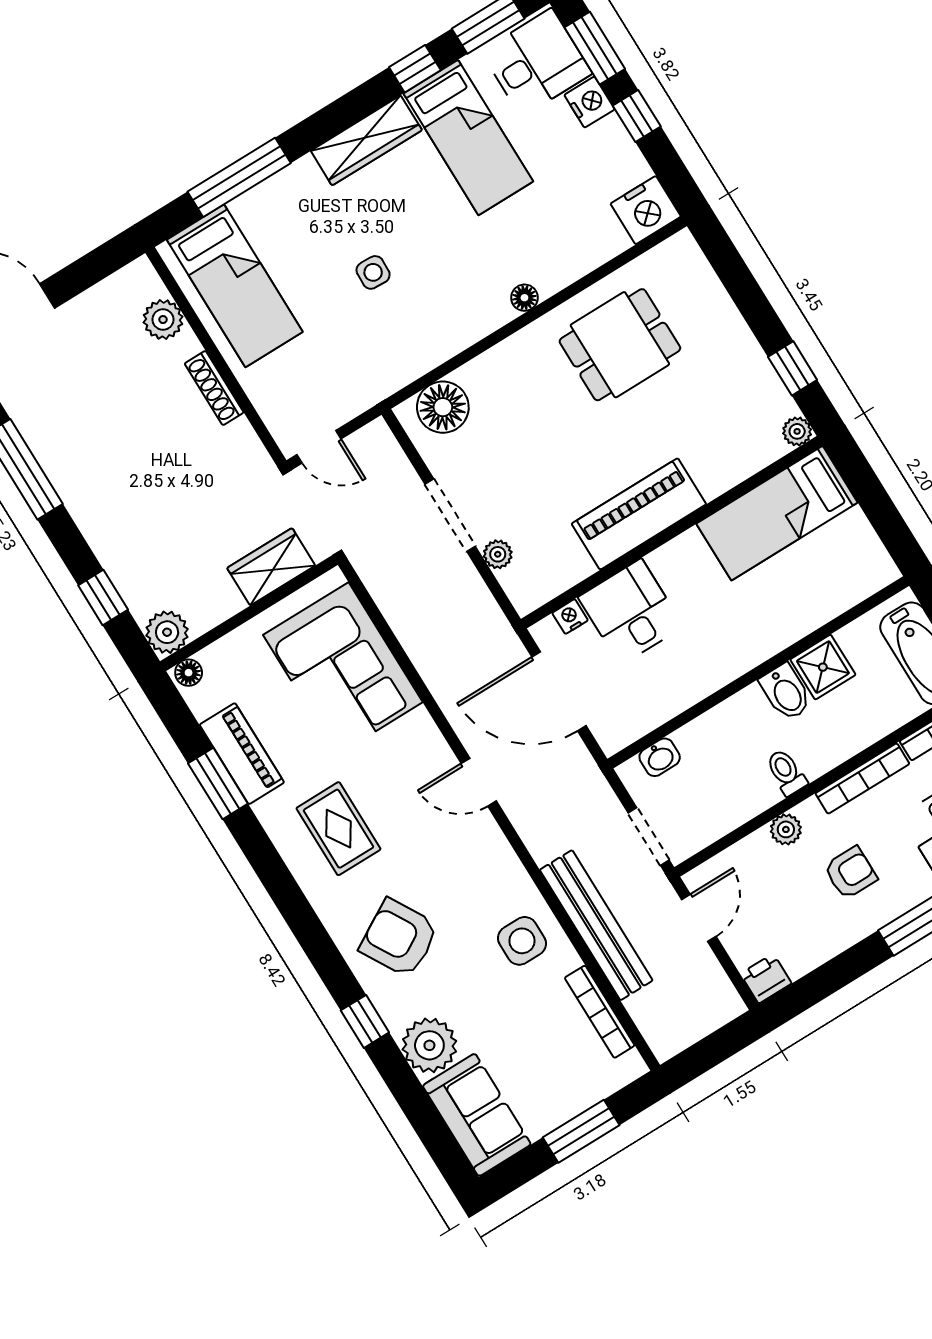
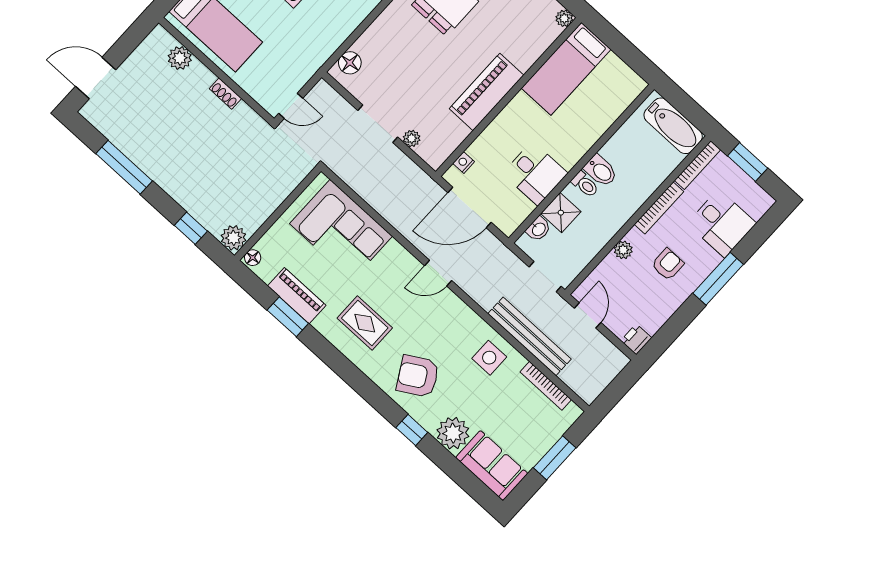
shoe rack: (214, 388) -> (225, 94), width x0.70
floor lamp: (443, 407) -> (350, 63), width x0.73, depth x0.73
wardrobe: (271, 567) -> (283, 183), removed
desk: (631, 612) -> (535, 173), moved, turned 180
shower: (823, 667) -> (561, 213), moved
toilet: (786, 772) -> (585, 184), moved, turned 180

